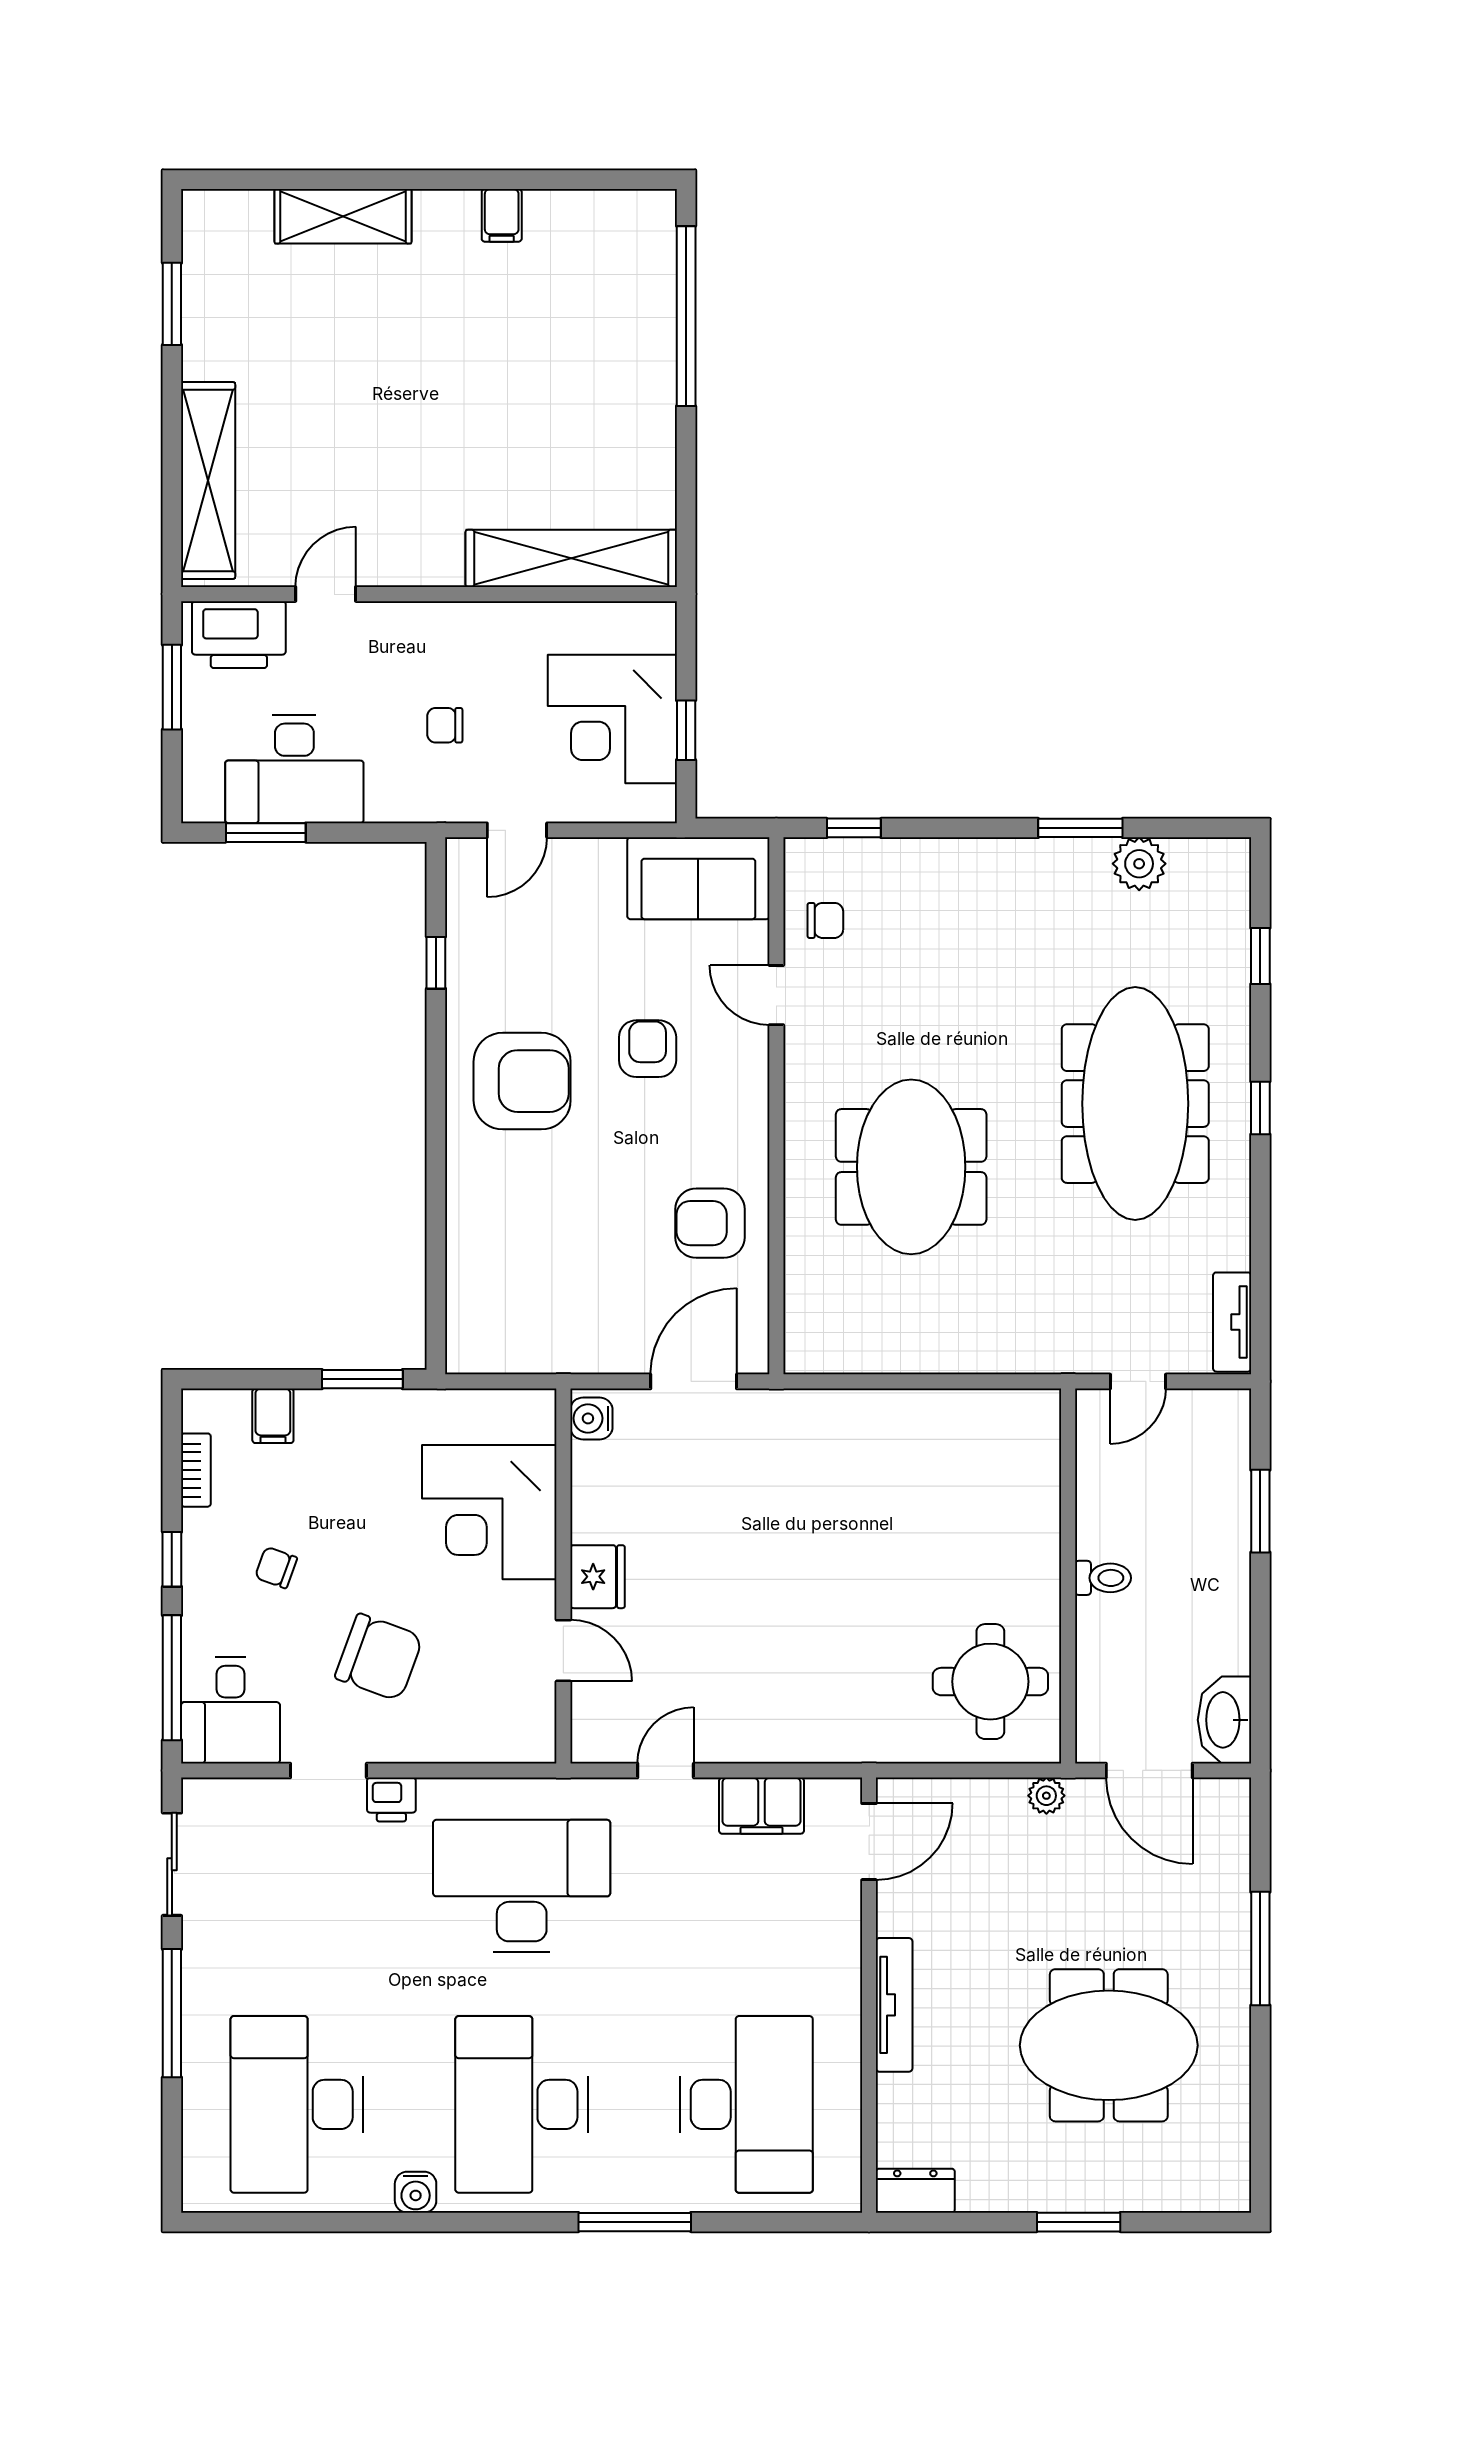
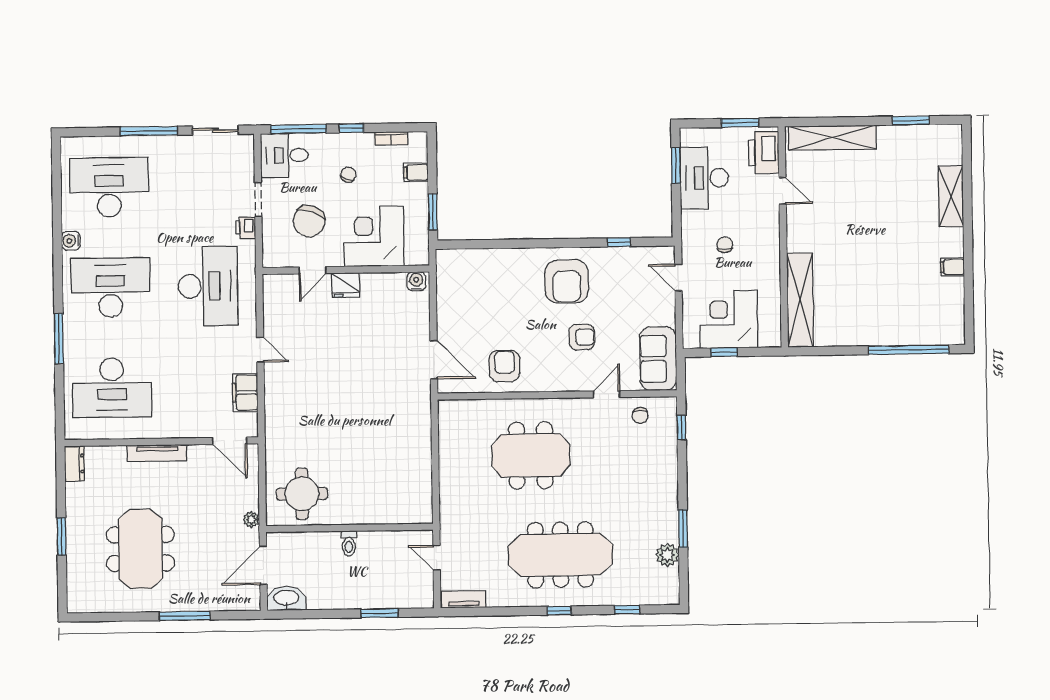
water cooler: (591, 1418) -> (416, 281), moved
corner desk: (489, 1512) -> (374, 236), moved
wall: (563, 1576) -> (346, 270), moved
fridge: (597, 1577) -> (346, 285), moved
door: (563, 1651) -> (313, 270), moved

